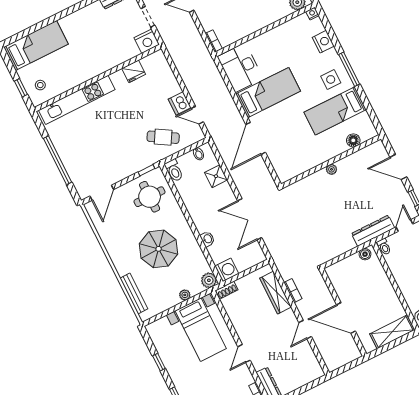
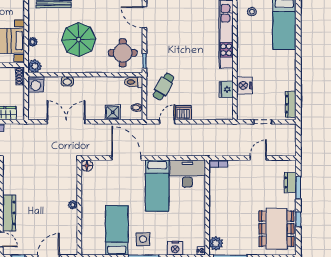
nightstand: (147, 41) -> (244, 85), moved
floor lamp: (353, 140) -> (87, 166), moved

